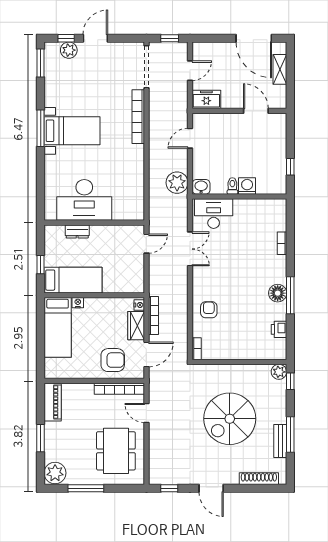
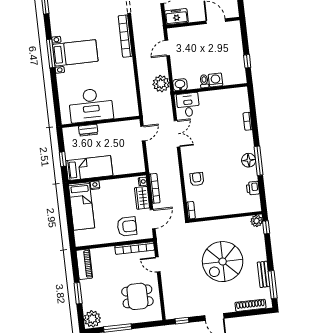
desk: (214, 214) -> (188, 105), width x0.73
window: (290, 435) -> (273, 285), moved
dining table: (116, 451) -> (137, 296), width x0.73

